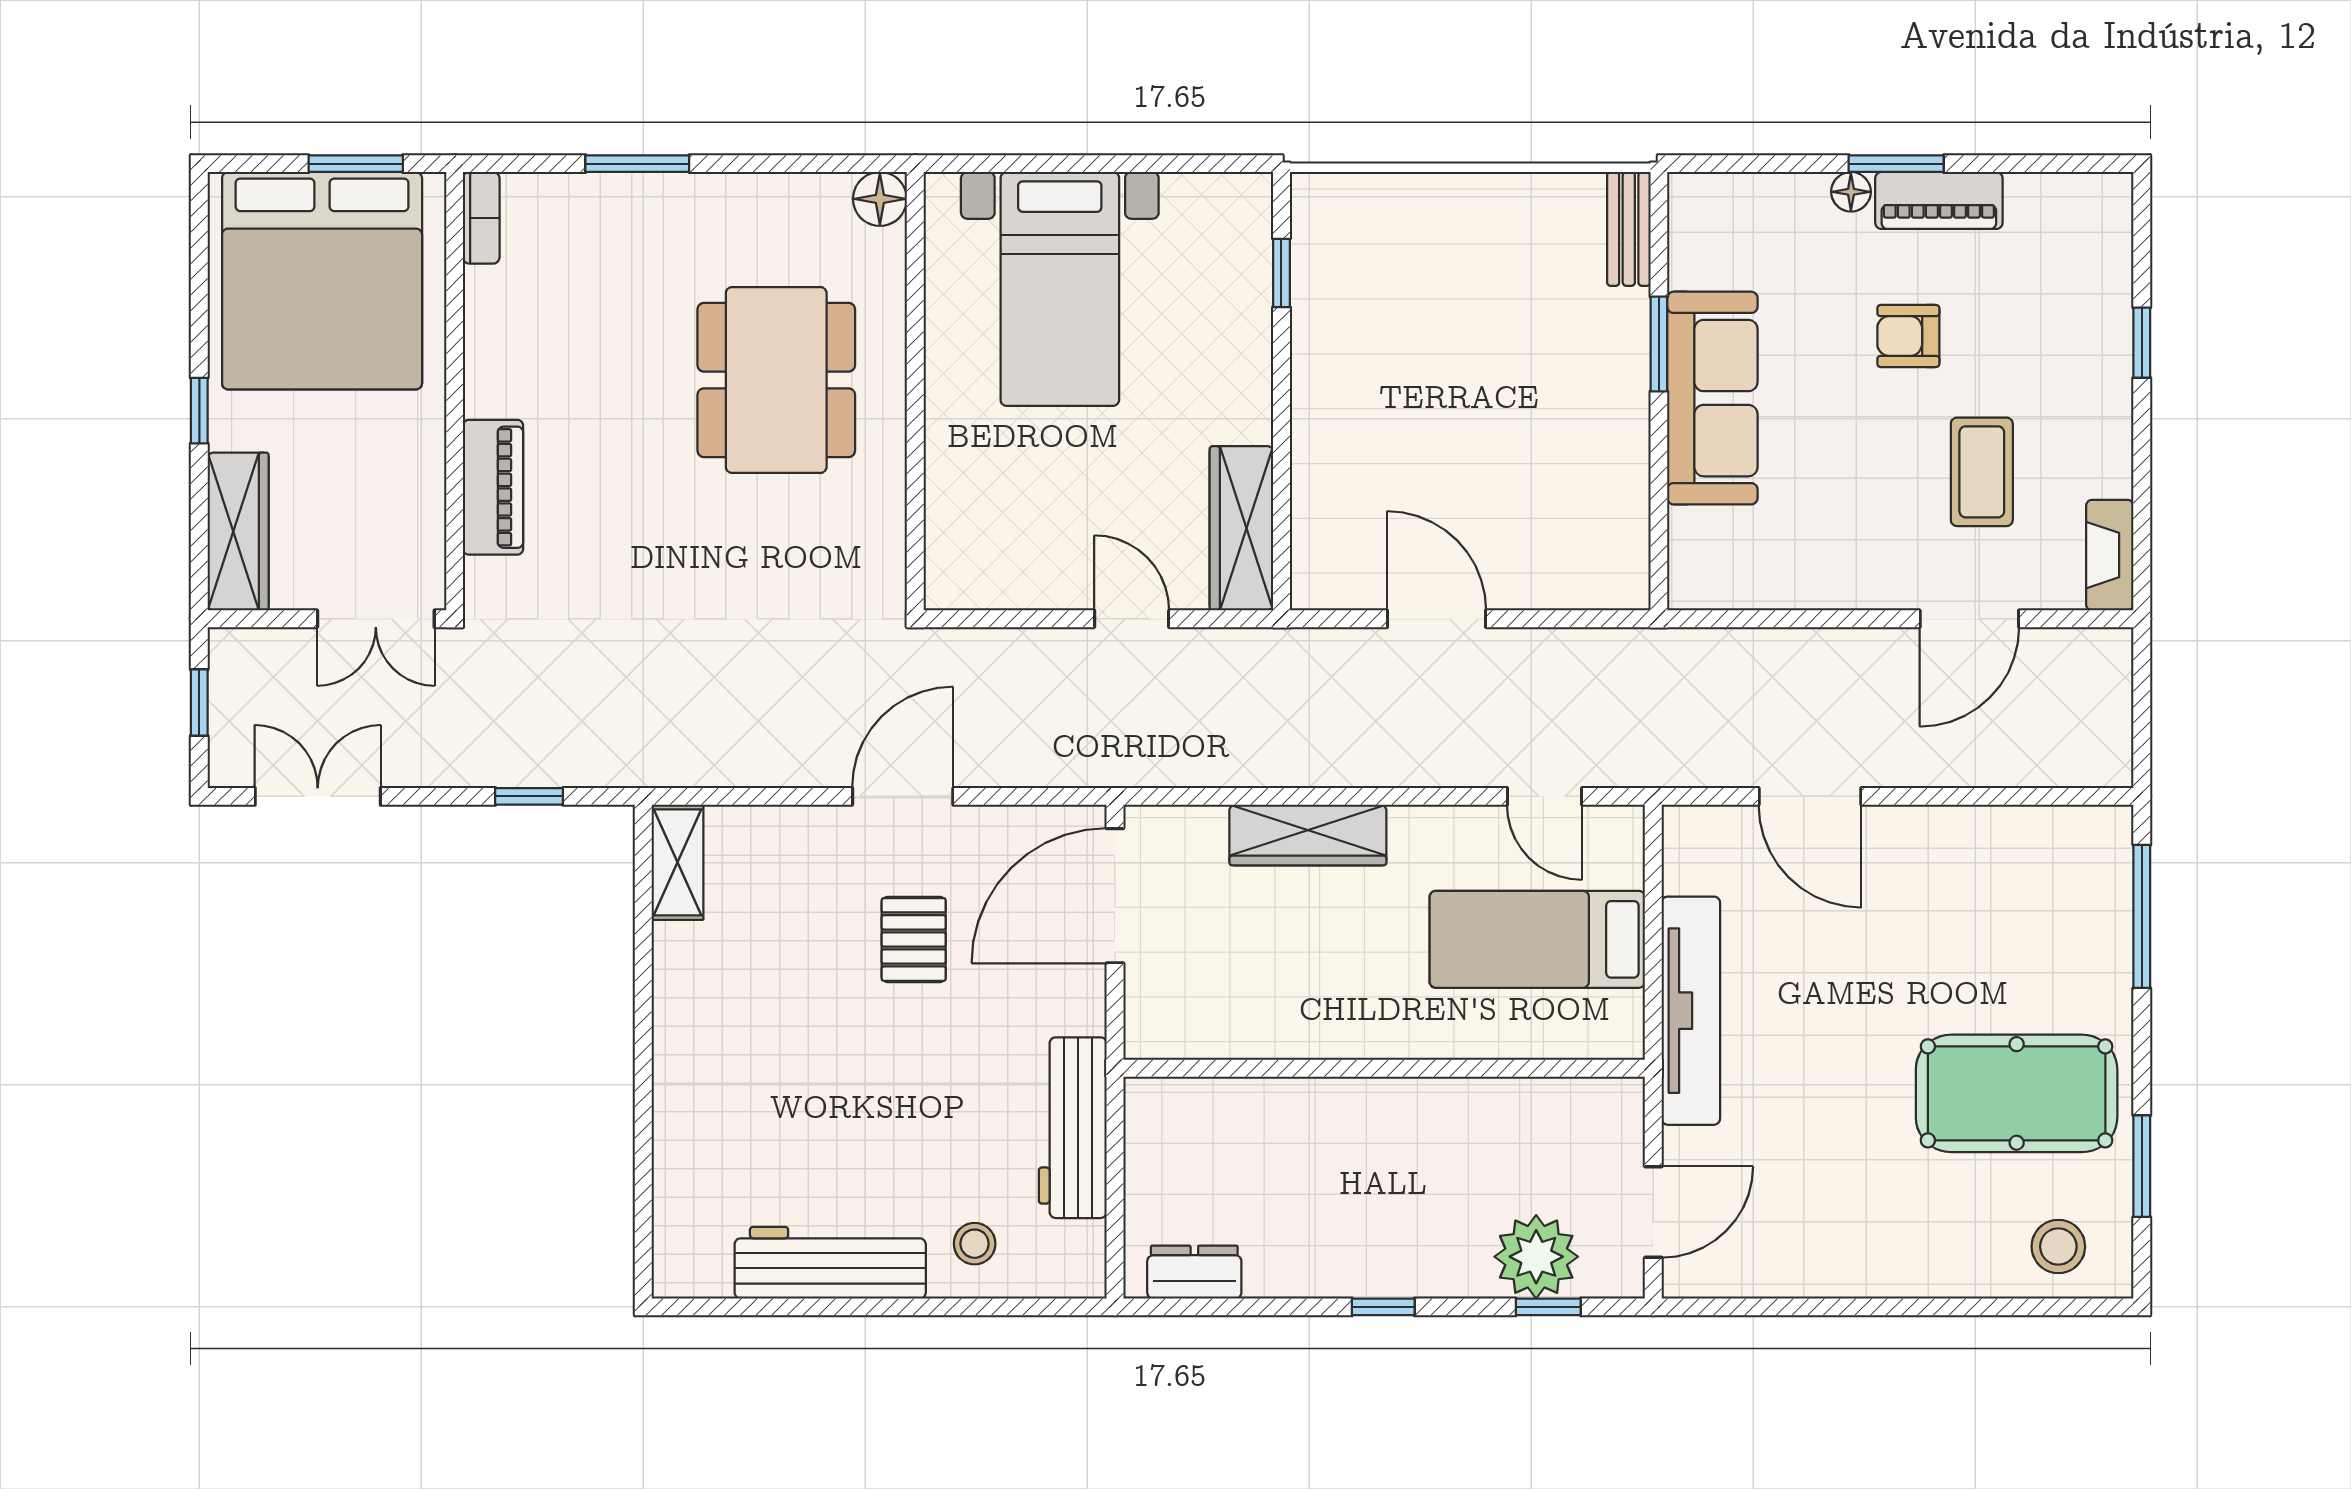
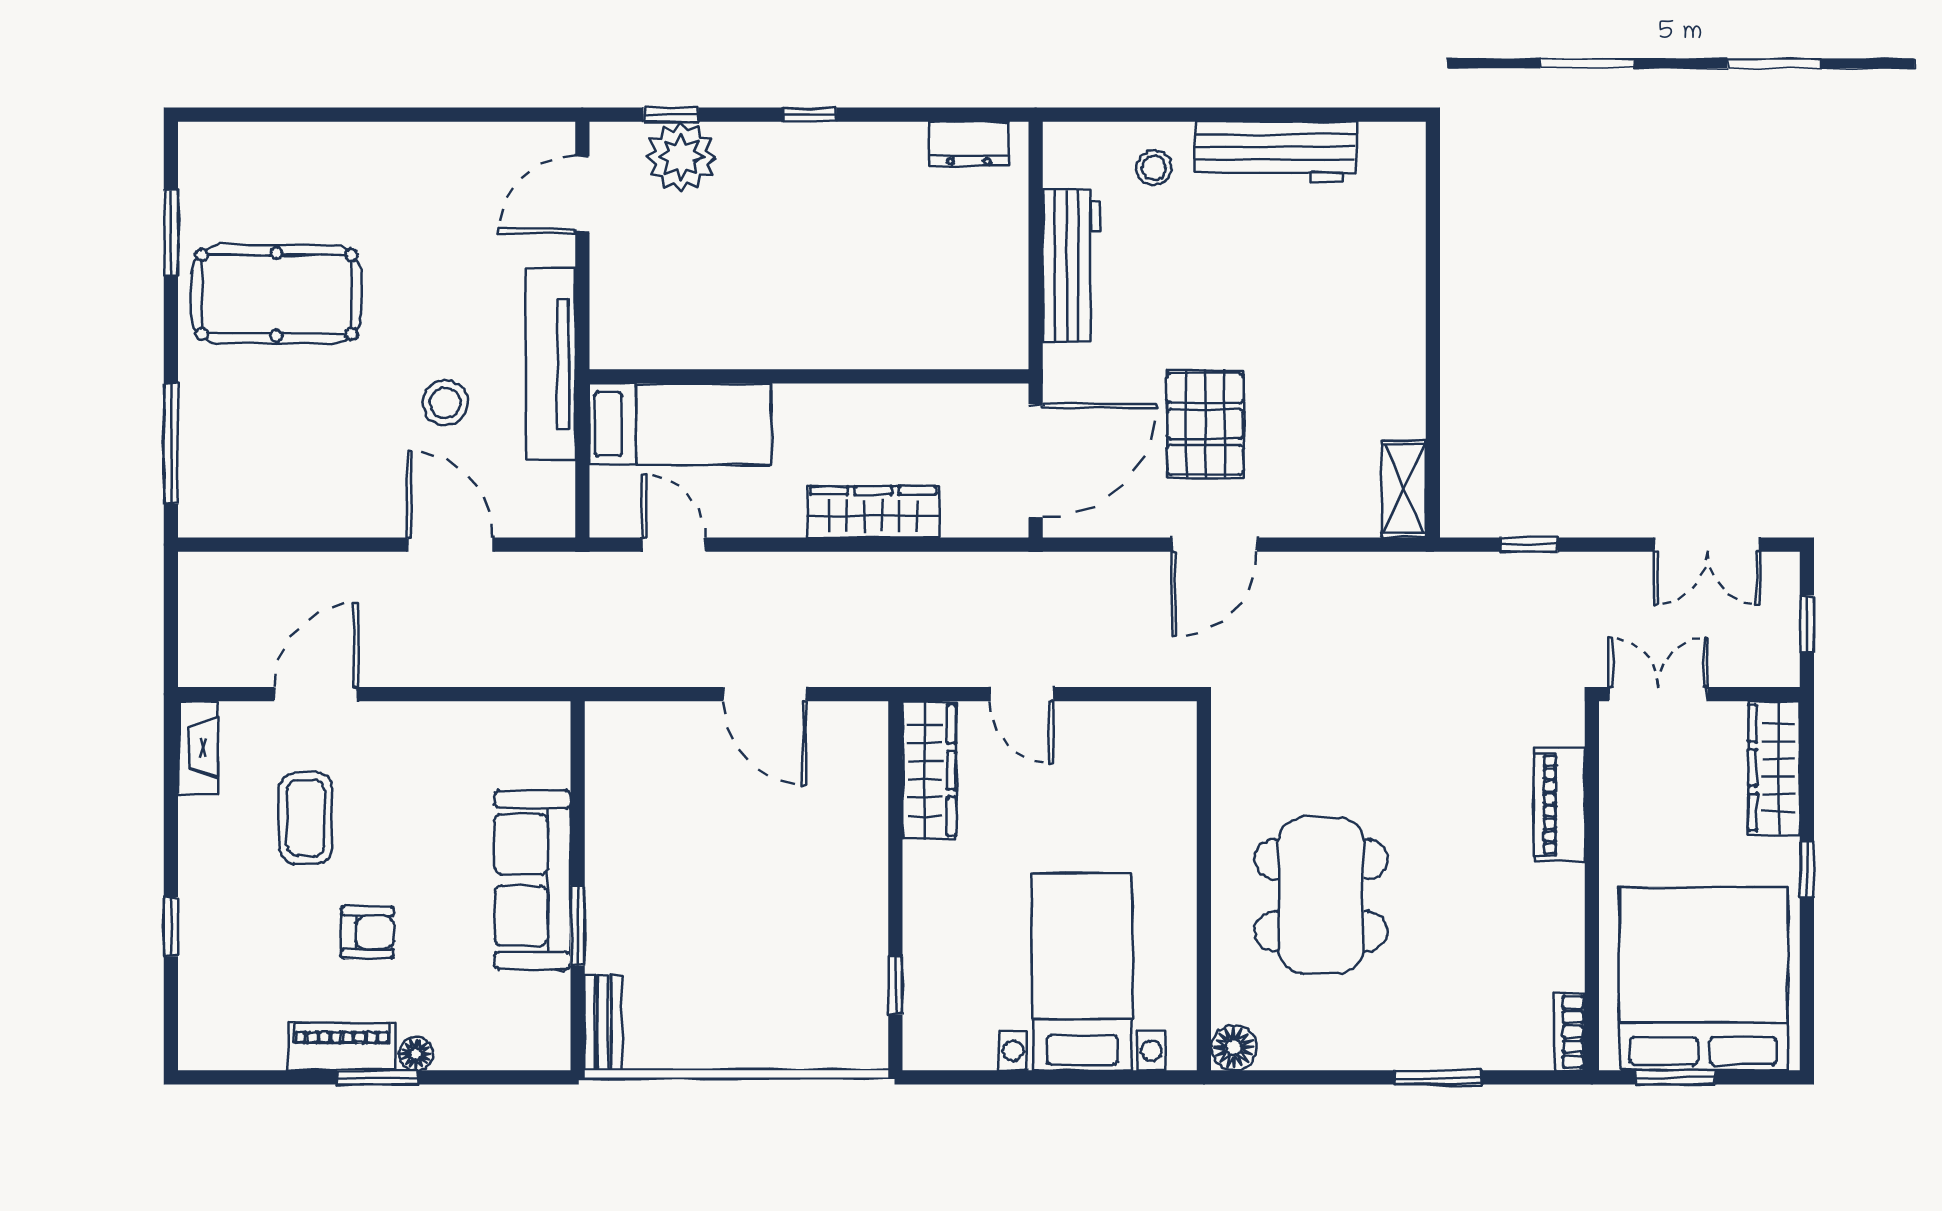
pallet: (914, 939) -> (1205, 424), width x1.50, depth x1.42
wall: (1384, 1068) -> (809, 376), moved
stool: (2058, 1247) -> (445, 403), moved

